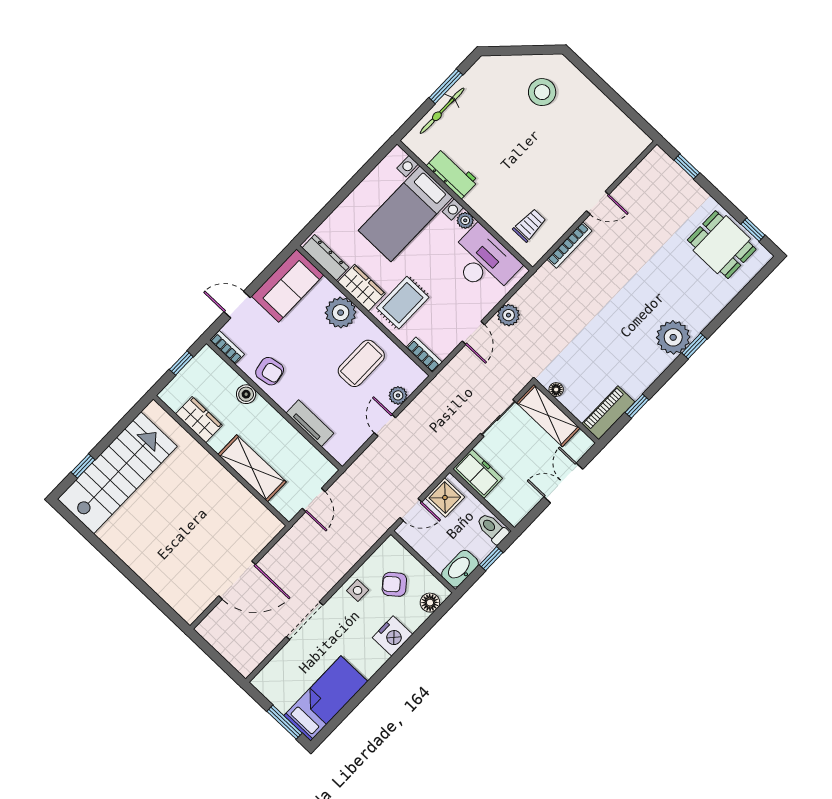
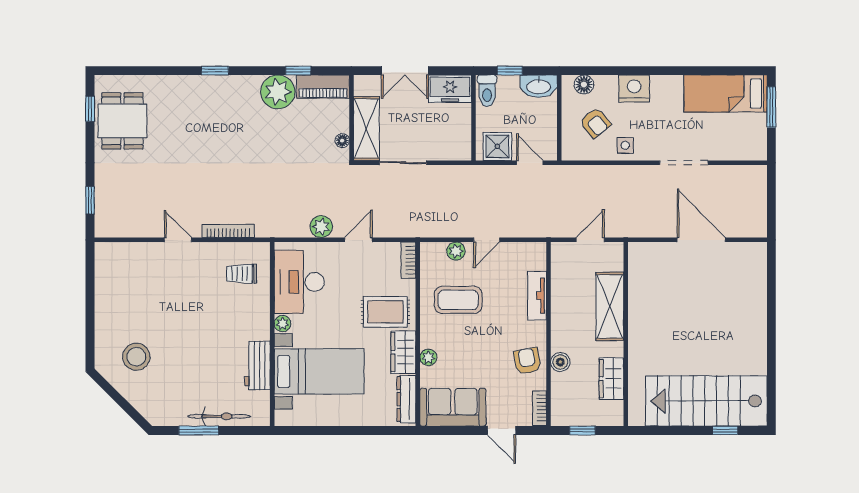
plant: (341, 313) -> (428, 357), width x0.53, depth x0.53
plant: (673, 337) -> (278, 92), moved
freezer: (478, 474) -> (450, 89), moved, turned -90

